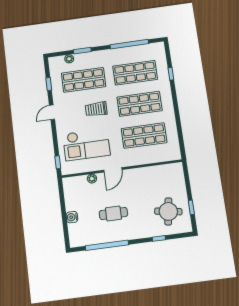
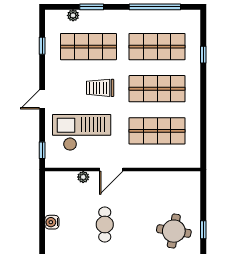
door: (52, 112) -> (42, 99), moved
checkout: (86, 145) -> (82, 132), turned 180
cafe table: (113, 213) -> (105, 225), turned 90

